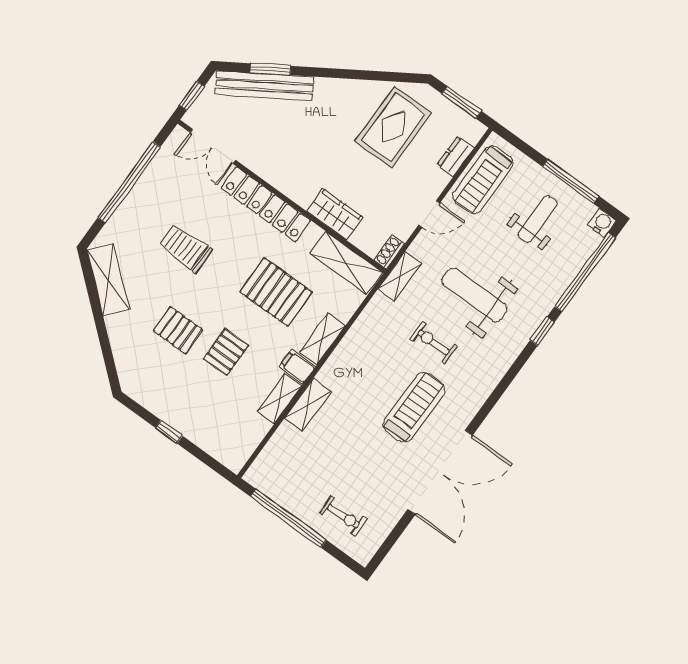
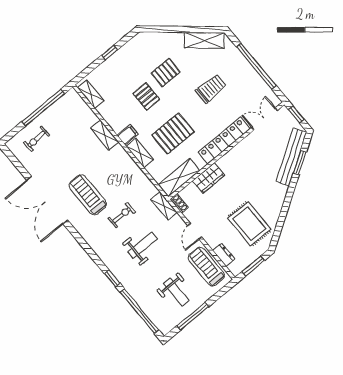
water cooler: (602, 223) -> (165, 328), removed
weight bench: (475, 295) -> (142, 245), width x0.73, depth x0.75
shelving: (280, 399) -> (91, 94), moved
treadmill: (414, 407) -> (88, 195), turned 180

